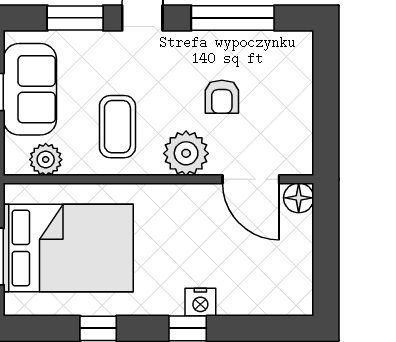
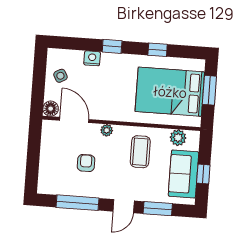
plant: (186, 153) -> (107, 130), width x0.53, depth x0.53
side table: (284, 264) -> (60, 76), added
nightstand: (200, 302) -> (92, 58), moved

